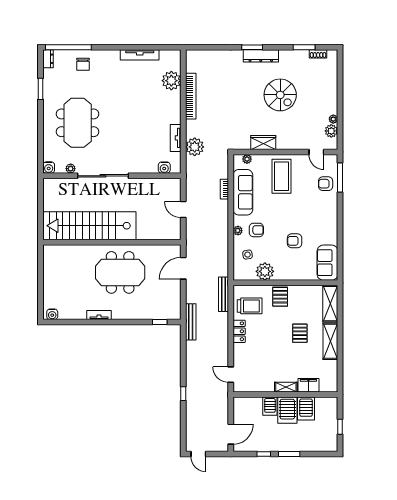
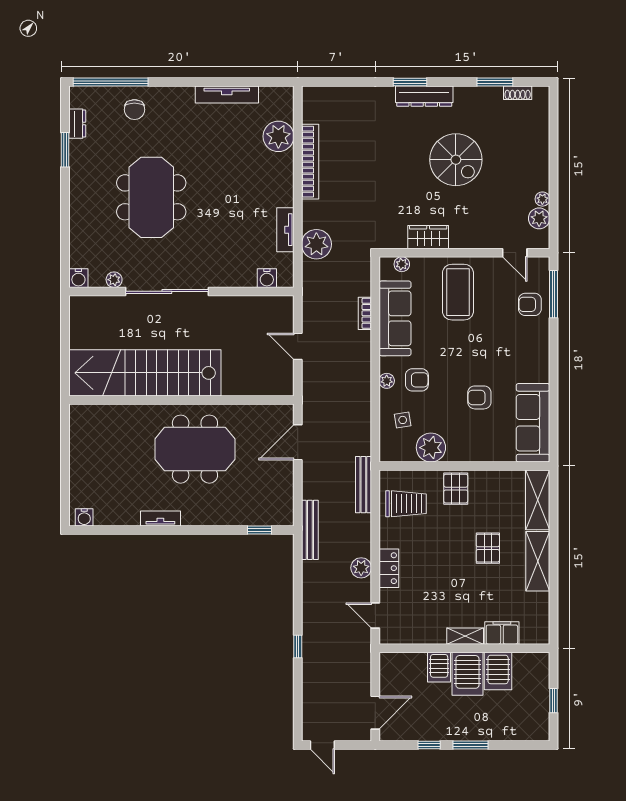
dresser: (48, 59) -> (77, 124), moved
meeting table: (78, 123) -> (151, 197), moved
sofa: (327, 263) -> (533, 423), width x1.36
locker: (239, 331) -> (389, 568), moved
plant: (222, 345) -> (361, 568), added

